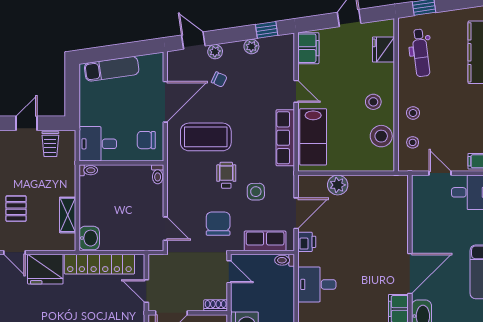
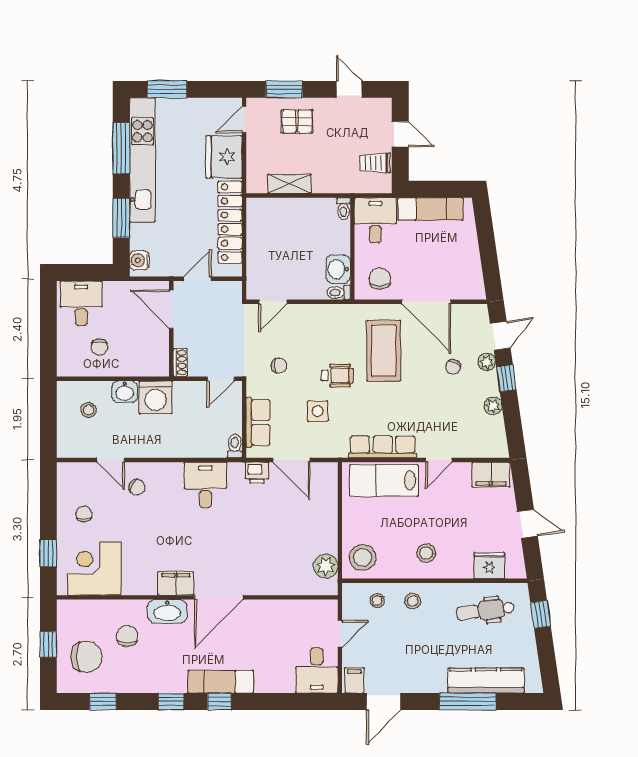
window: (267, 30) -> (506, 378), moved
exam couch: (112, 69) -> (430, 209), moved, turned -82
stool: (381, 136) -> (363, 557), moved
plant: (338, 185) -> (326, 566), moved
chair: (218, 224) -> (279, 366), width x0.54, depth x0.54
washbasin: (89, 238) -> (338, 269), moved, turned 90
door: (410, 273) -> (219, 597), hinge flipped

